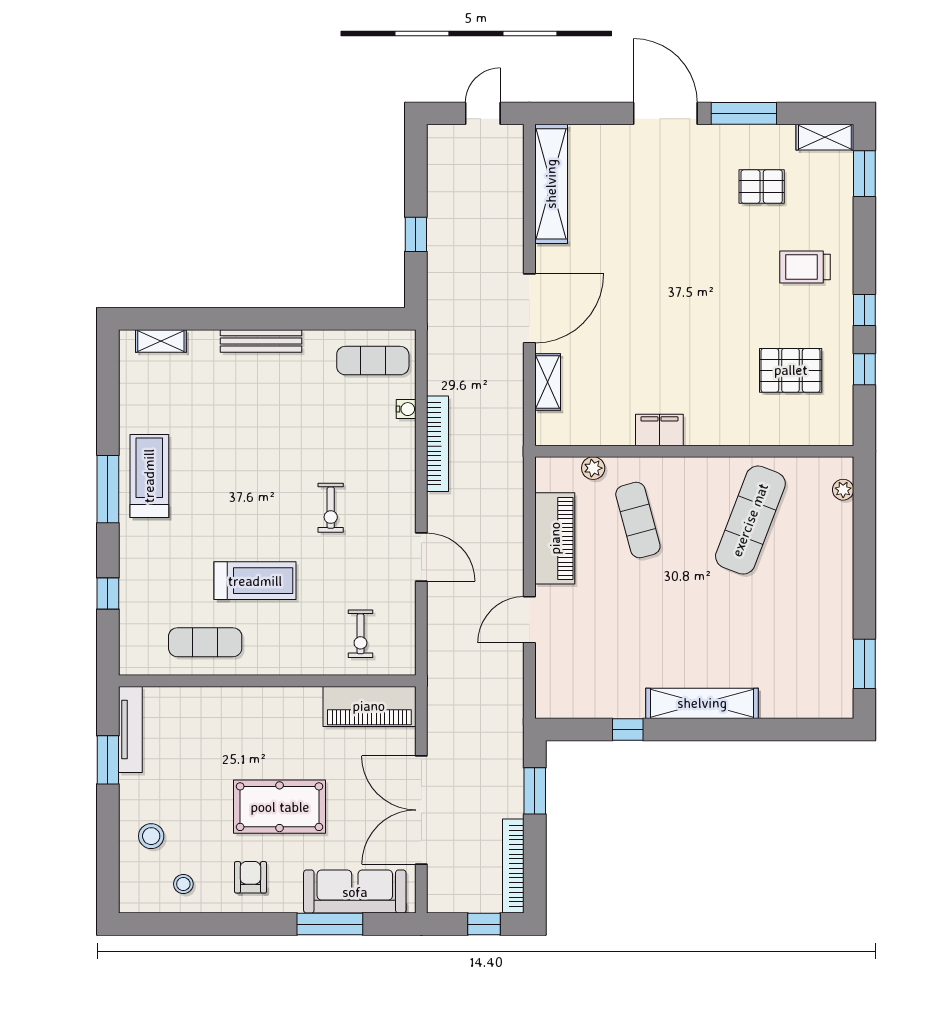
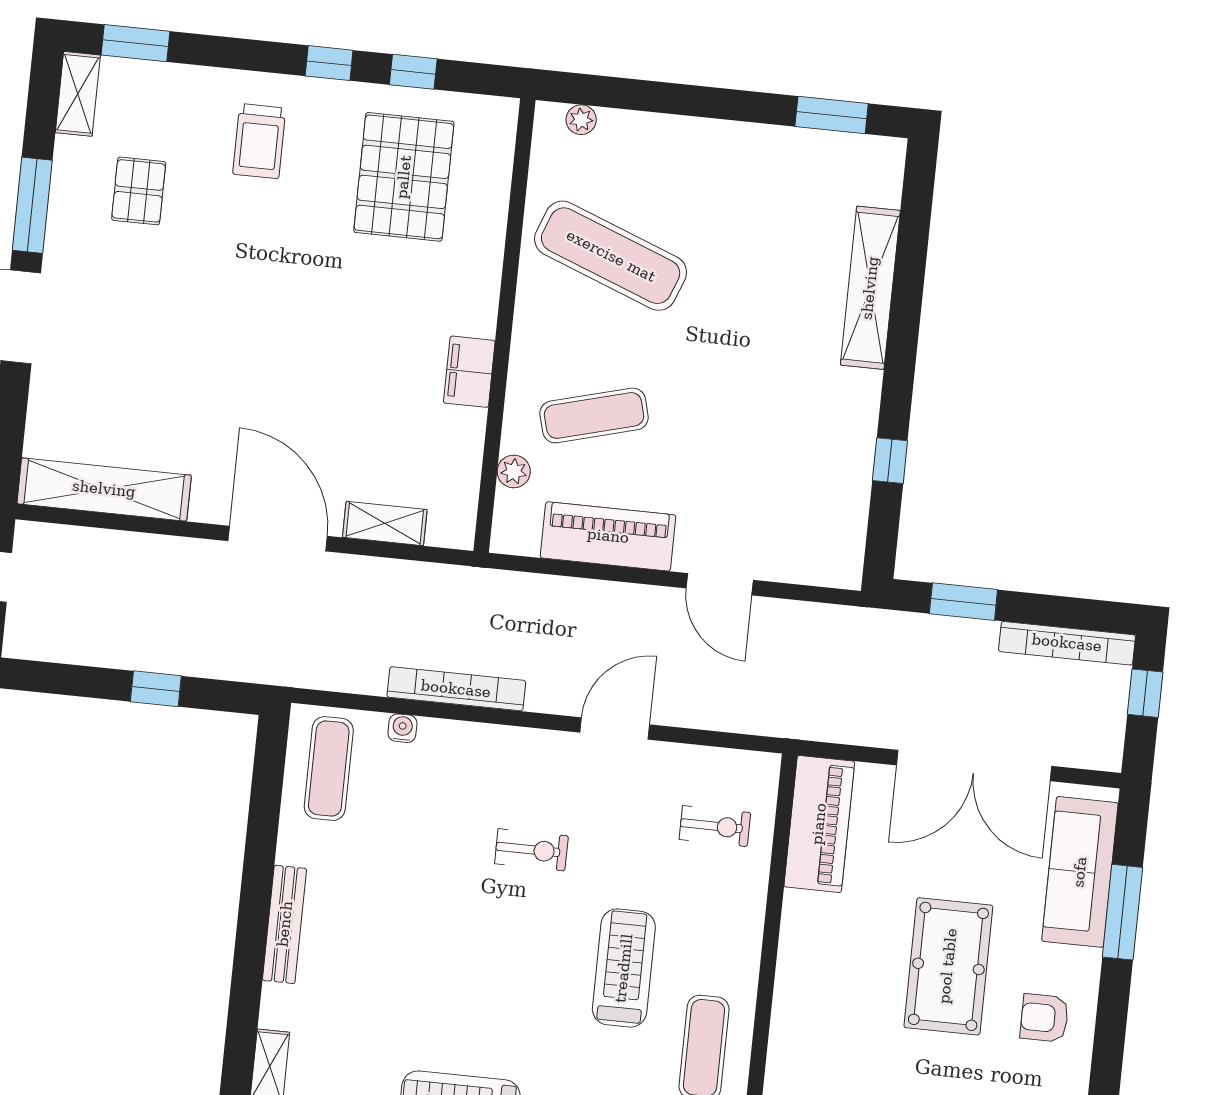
pallet: (791, 370) -> (404, 177), width x1.37, depth x1.41
shelving: (702, 703) -> (870, 288), moved

